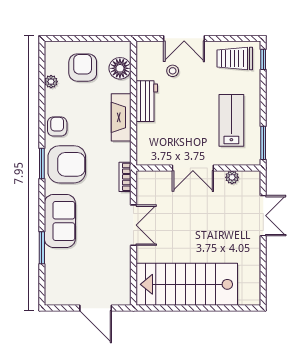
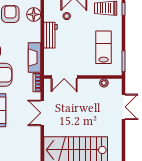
fireplace: (121, 117) -> (34, 58), moved
double door: (193, 168) -> (64, 77), moved
double door: (133, 225) -> (42, 113), swing flipped

